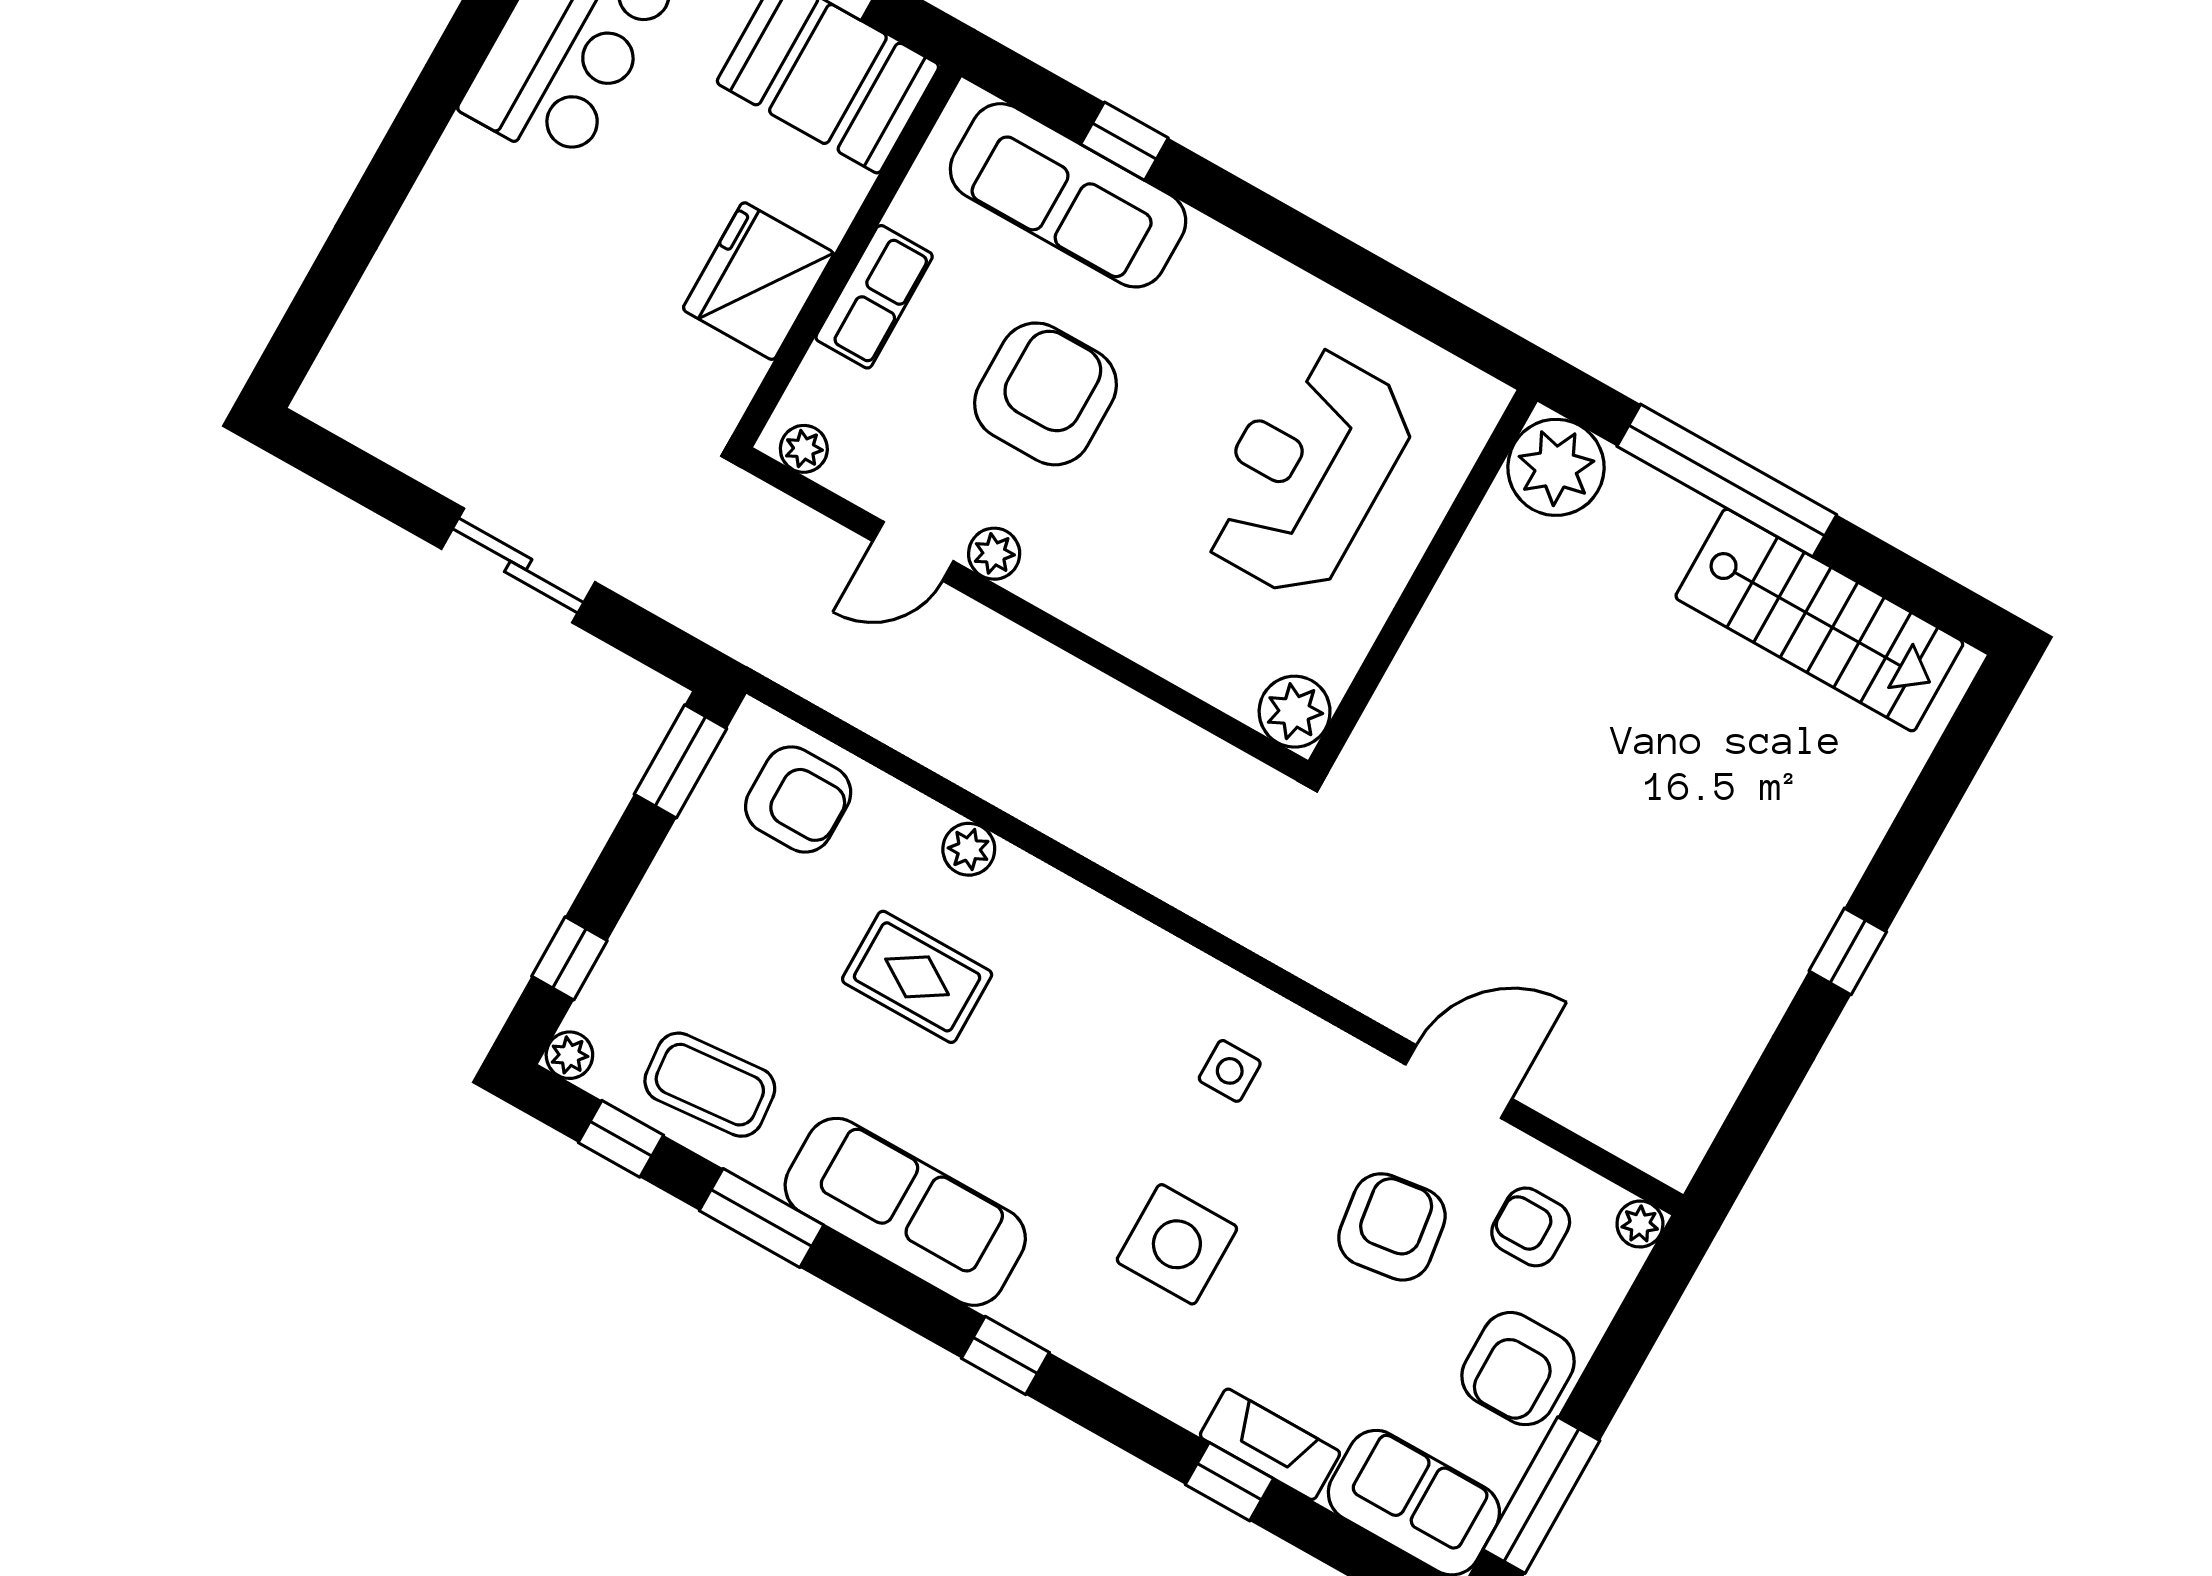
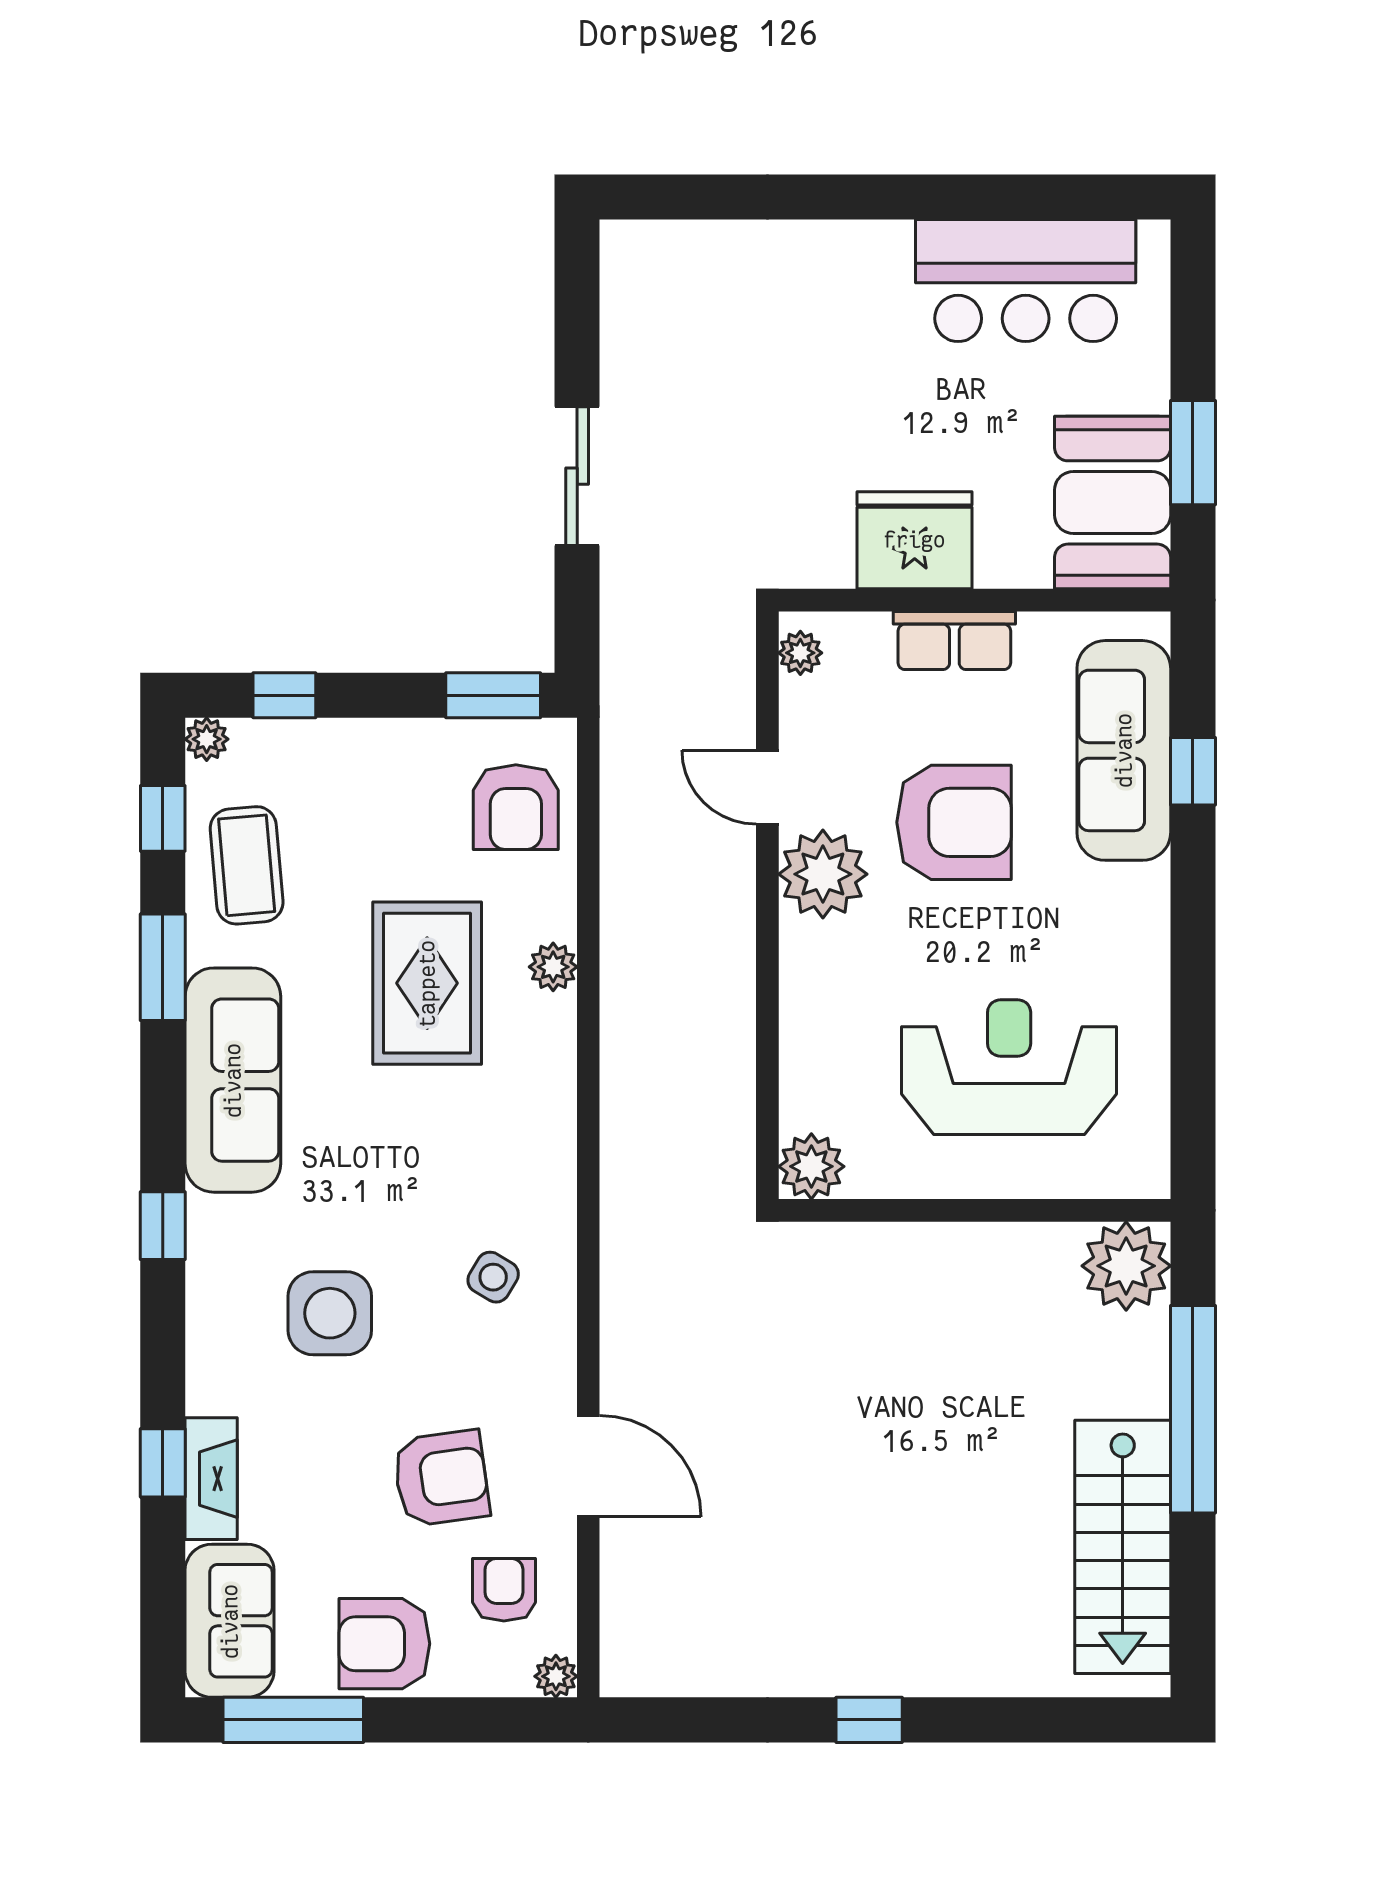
plant: (994, 554) -> (823, 874), width x1.87, depth x1.87
rug: (917, 977) -> (427, 983), width x1.36, depth x1.43
side table: (1230, 1071) -> (493, 1277), turned 31

